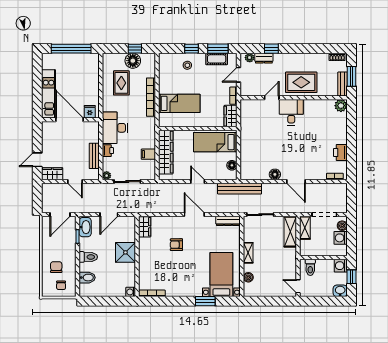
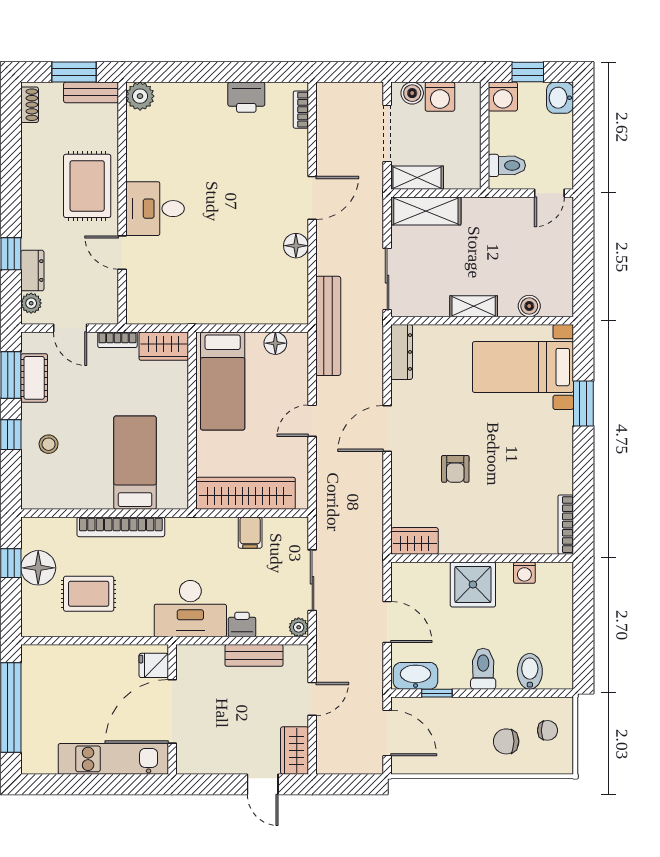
washing machine: (131, 292) -> (524, 573), moved

